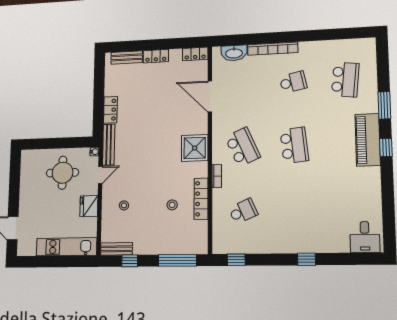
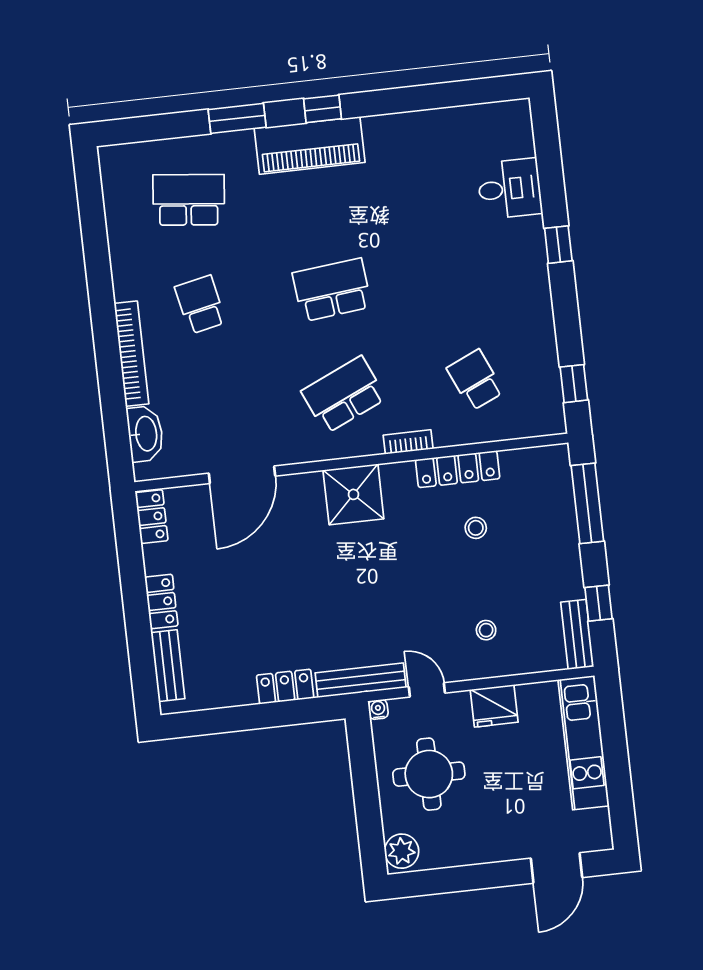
plant: (30, 157) -> (402, 851), added
desk: (365, 237) -> (510, 189), moved

